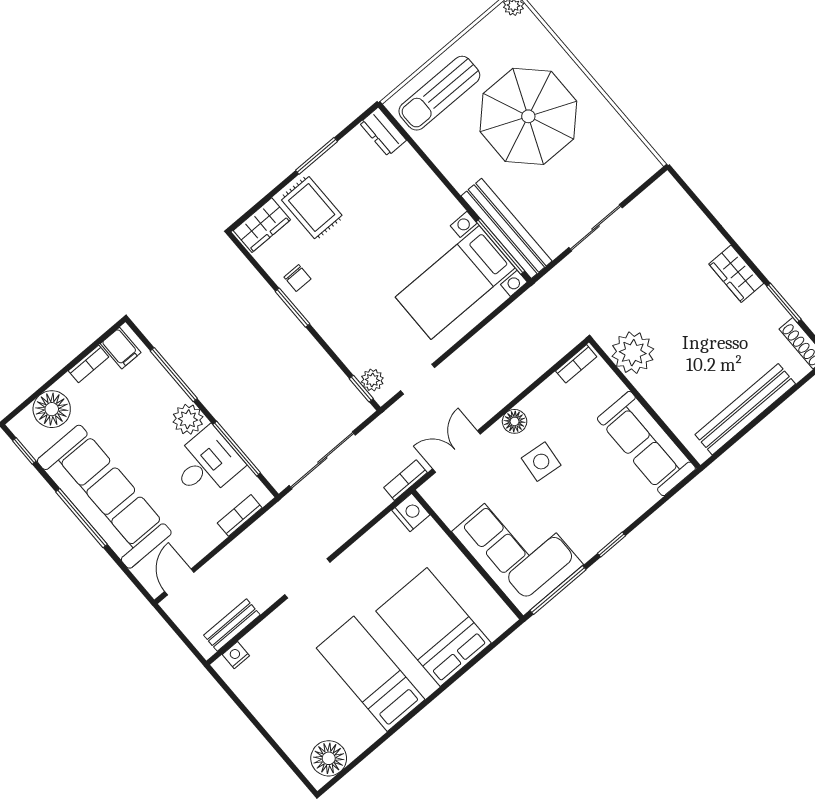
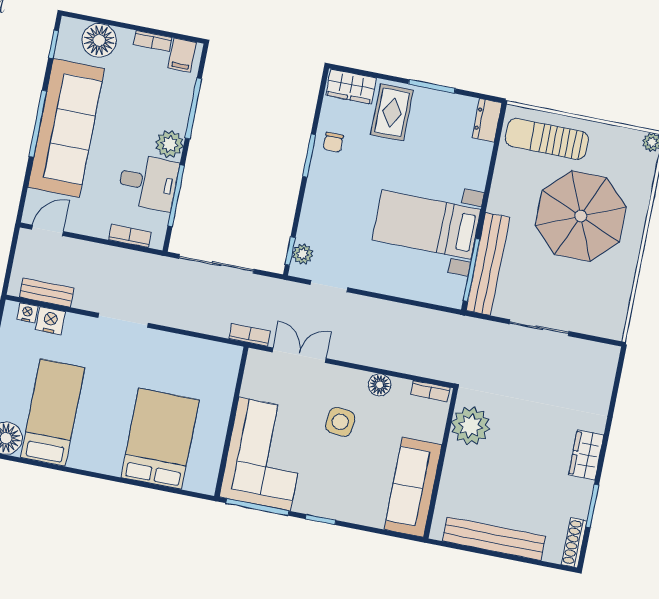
bed with nightstands: (455, 282) -> (426, 225), moved
floor lamp: (515, 421) -> (380, 385), moved
nightstand: (411, 512) -> (50, 321), moved, turned -90
bed: (371, 674) -> (53, 413), moved

